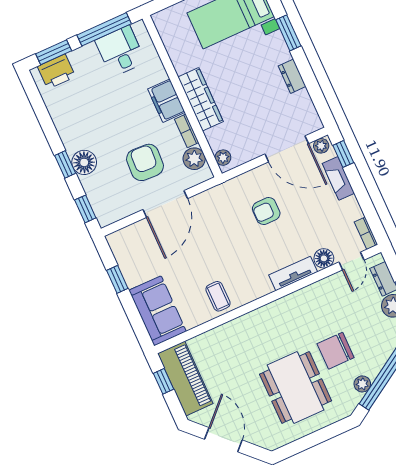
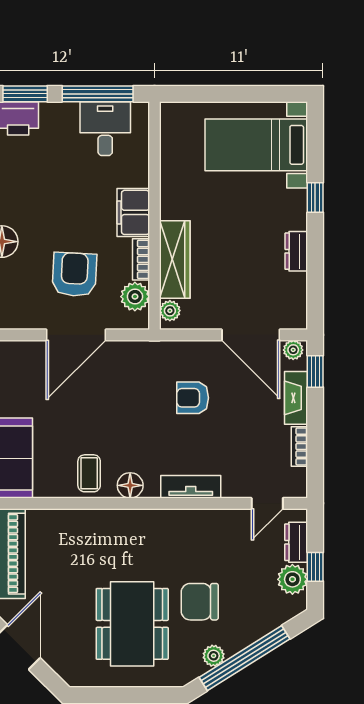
window: (288, 33) -> (315, 197), width x0.67
wardrobe: (201, 99) -> (175, 259), moved
bookcase: (366, 233) -> (299, 446), moved
floor lamp: (324, 258) -> (130, 485), moved

